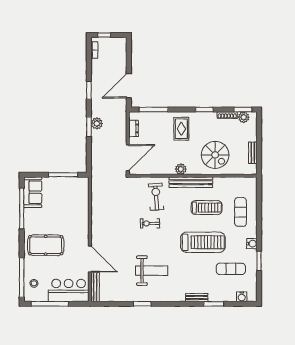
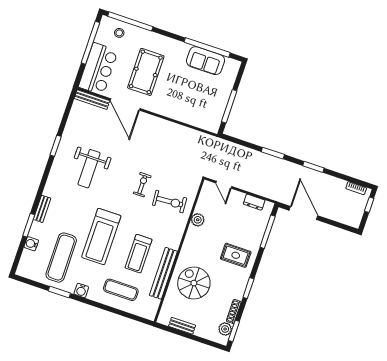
plant: (97, 123) -> (274, 163), removed
spiral stairs: (215, 155) -> (194, 283), turned 90
door: (128, 158) -> (224, 185), width x0.53
plant: (181, 169) -> (198, 220), moved
bench: (191, 182) -> (163, 273), moved
sofa: (33, 192) -> (206, 61), moved
pool table: (46, 245) -> (146, 72), moved
door: (90, 259) -> (125, 104), hinge flipped
exercise mat: (231, 269) -> (61, 258), width x1.36, depth x1.45
water cooler: (242, 297) -> (31, 244), moved

